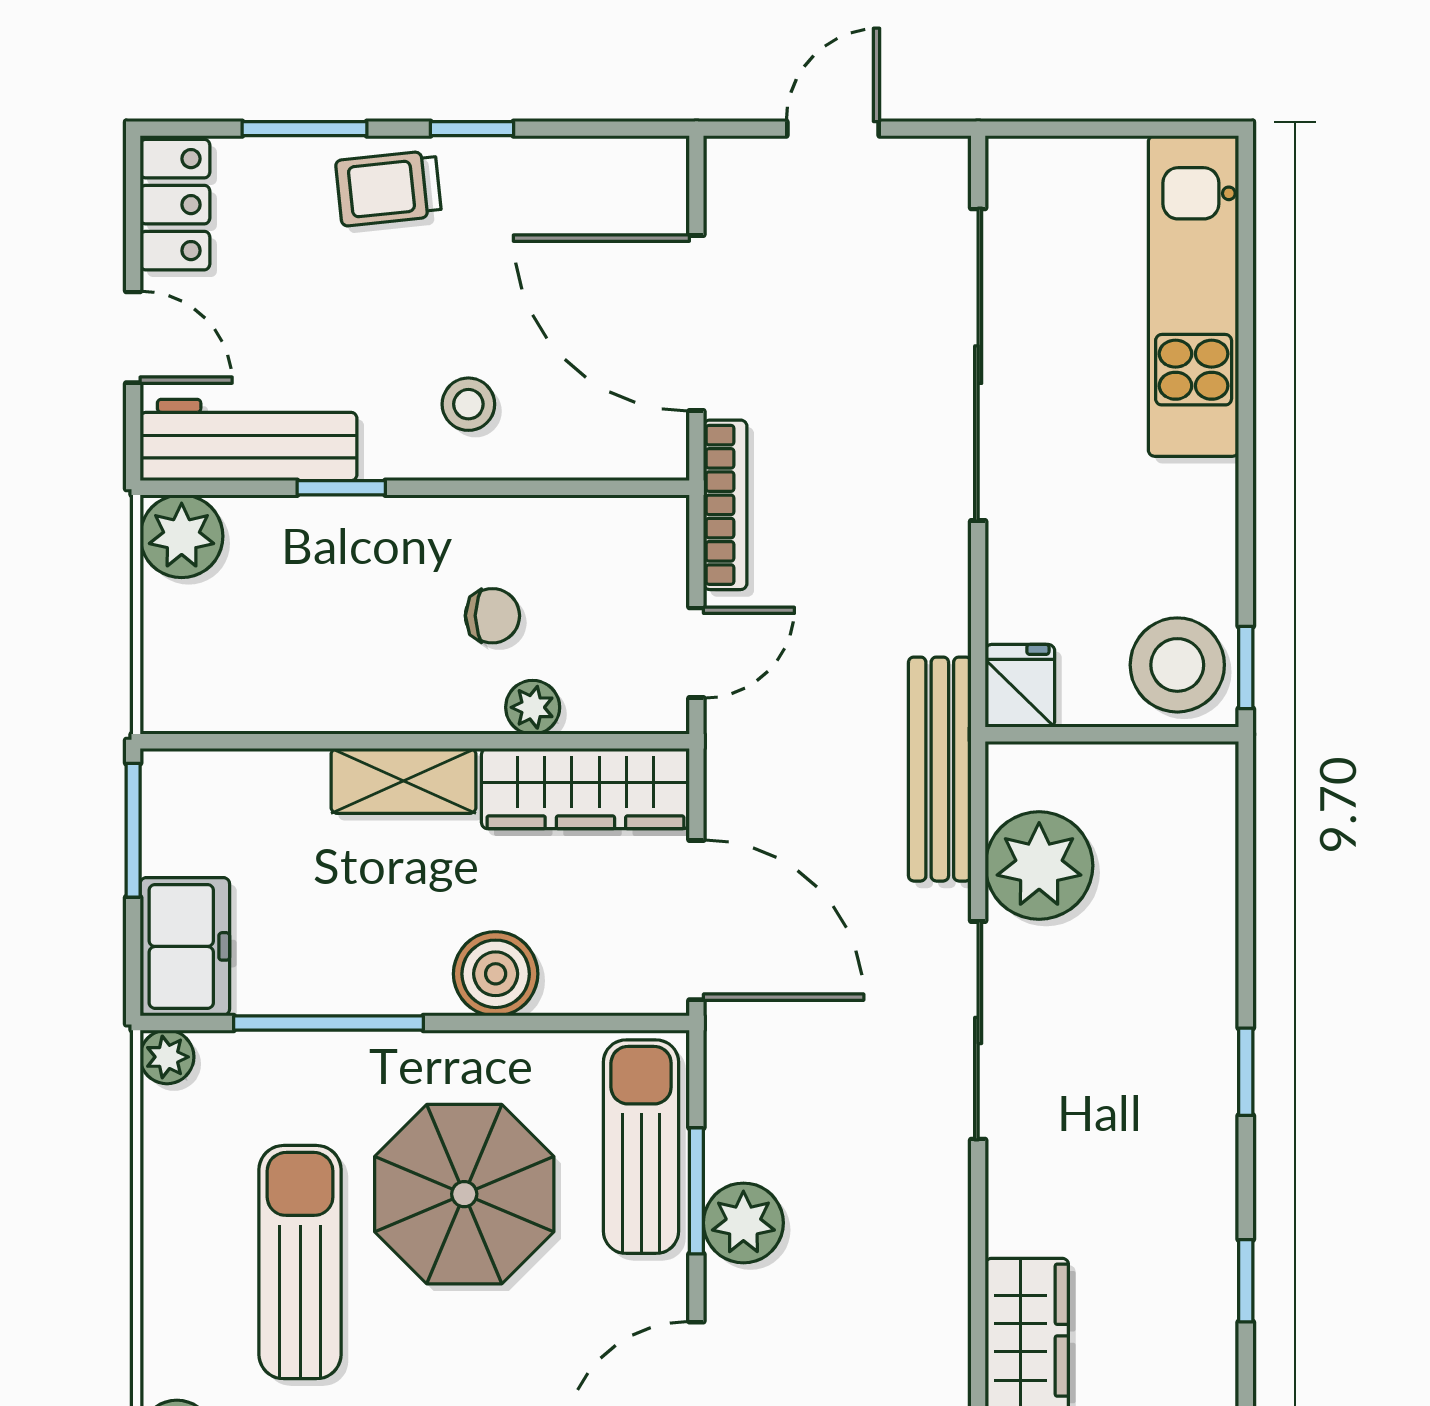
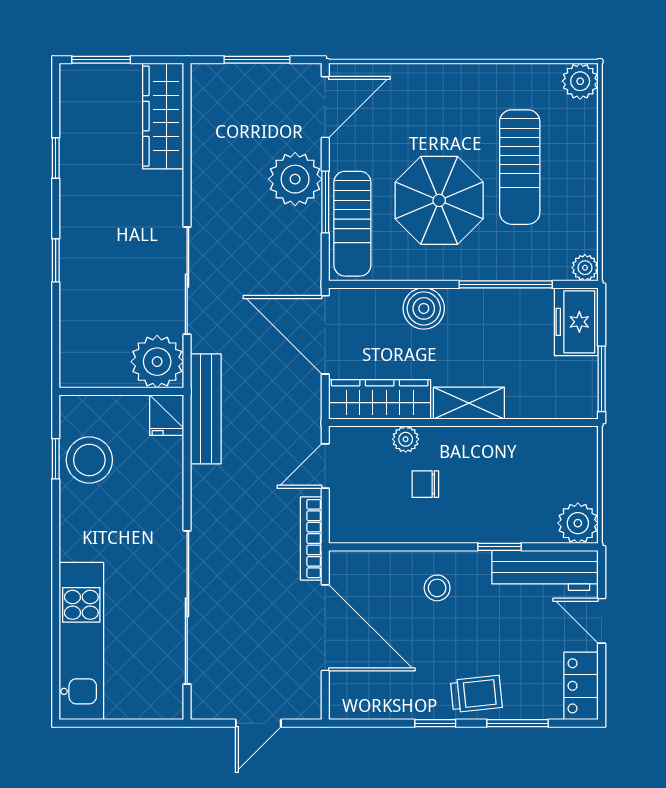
fridge: (1020, 686) -> (167, 415), moved
wall: (1112, 734) -> (121, 391), moved
plant: (743, 1223) -> (295, 179), width x1.36, depth x1.36

